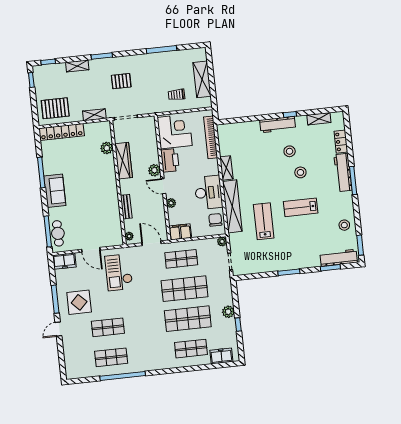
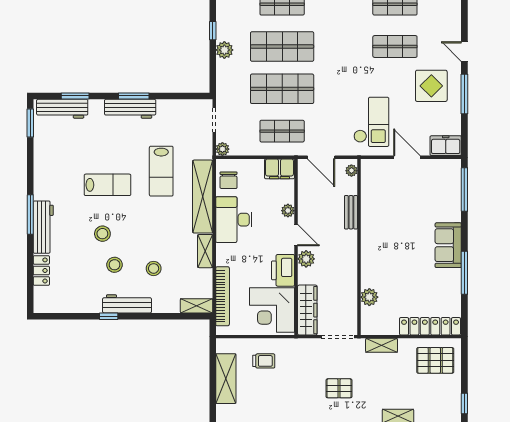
shelving: (319, 119) -> (197, 306), moved
wardrobe: (124, 161) -> (307, 310), moved, turned 180
stool: (344, 225) -> (154, 268), moved
cafe table: (58, 233) -> (450, 185), removed
workbench: (290, 263) -> (130, 109), added
door: (58, 329) -> (464, 51), swing flipped

